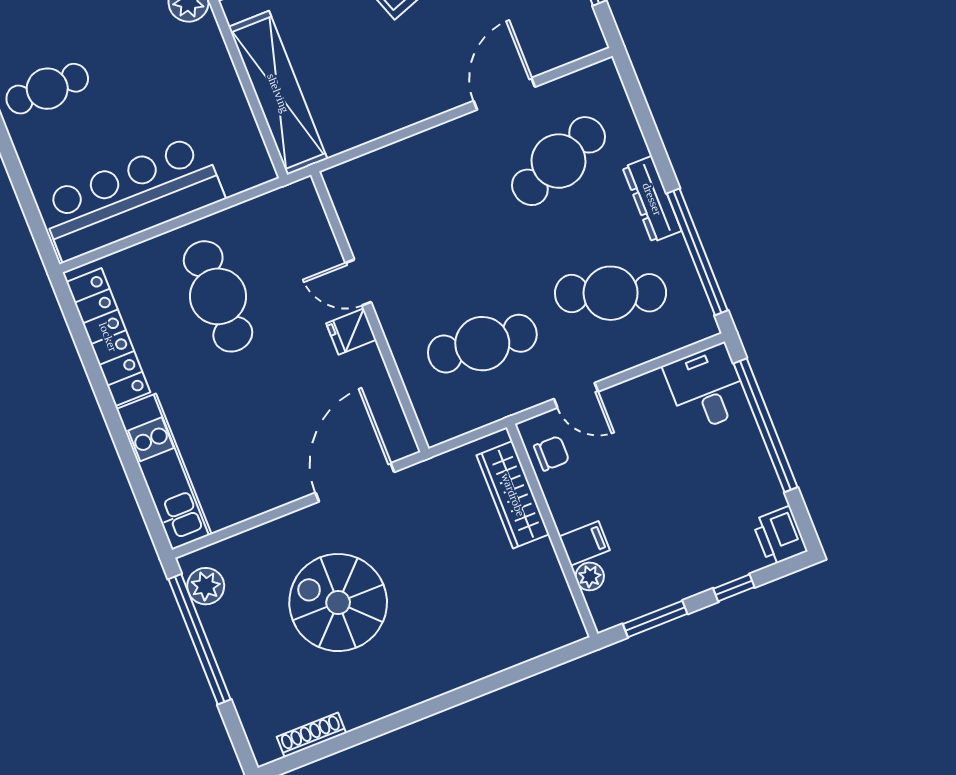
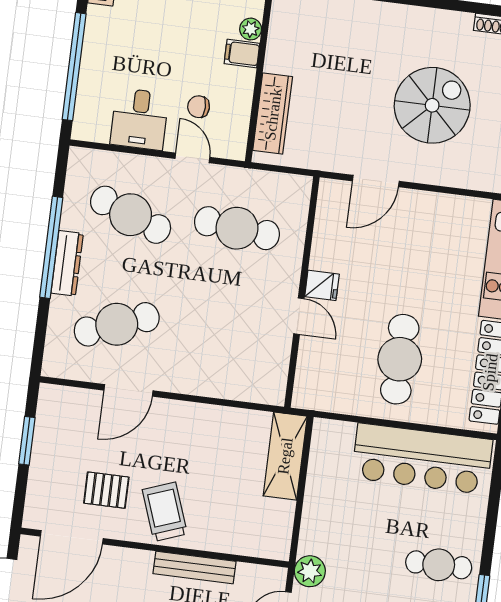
shelving: (278, 93) -> (285, 456), width x0.68
window: (697, 252) -> (51, 247), moved
desk: (707, 388) -> (139, 119), moved
chair: (552, 453) -> (199, 107), moved
door: (355, 482) -> (376, 181), width x0.73
spiral stairs: (338, 603) -> (432, 105), turned -90

